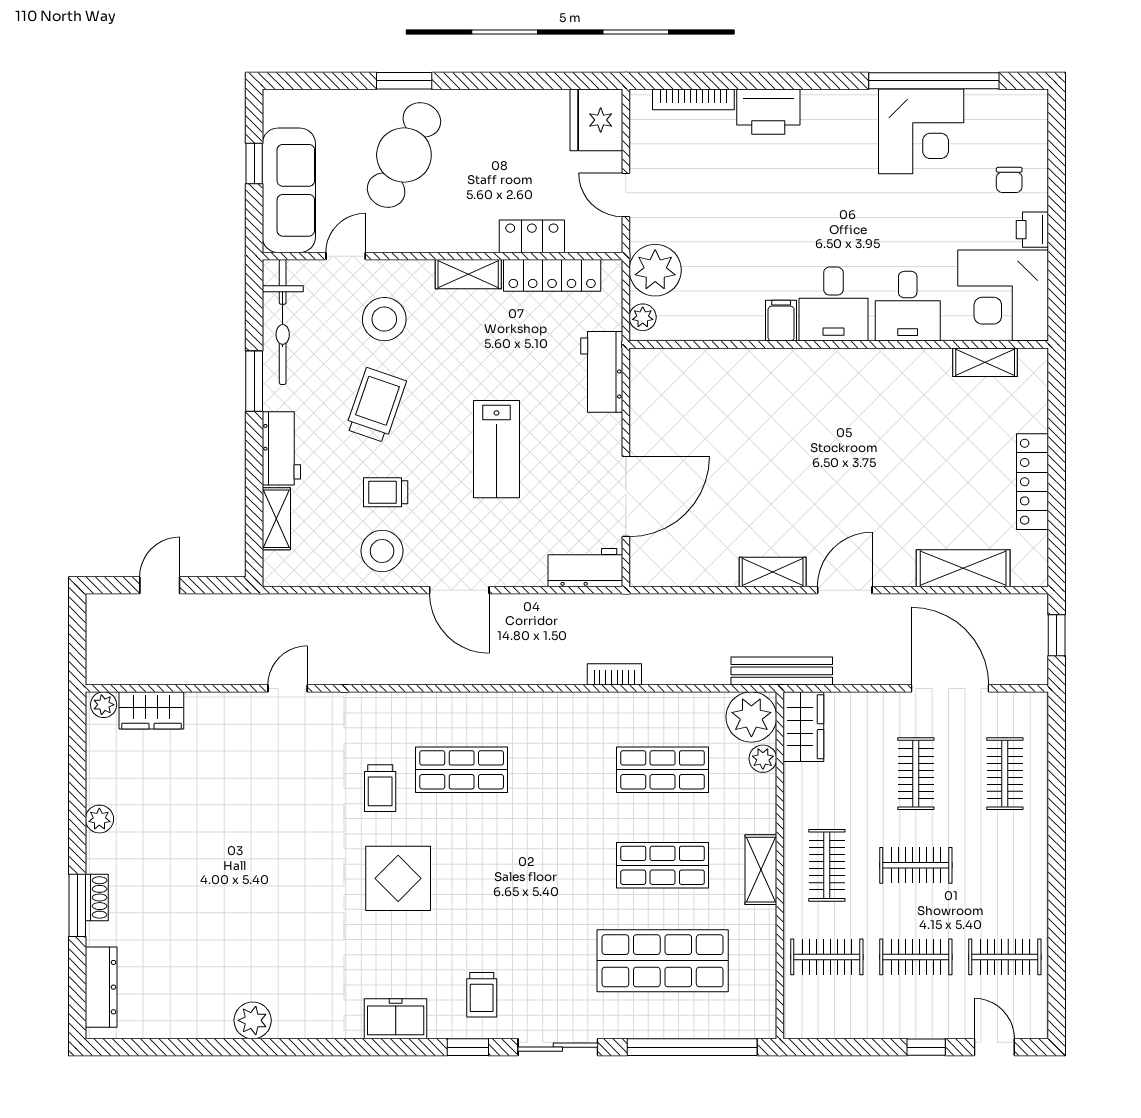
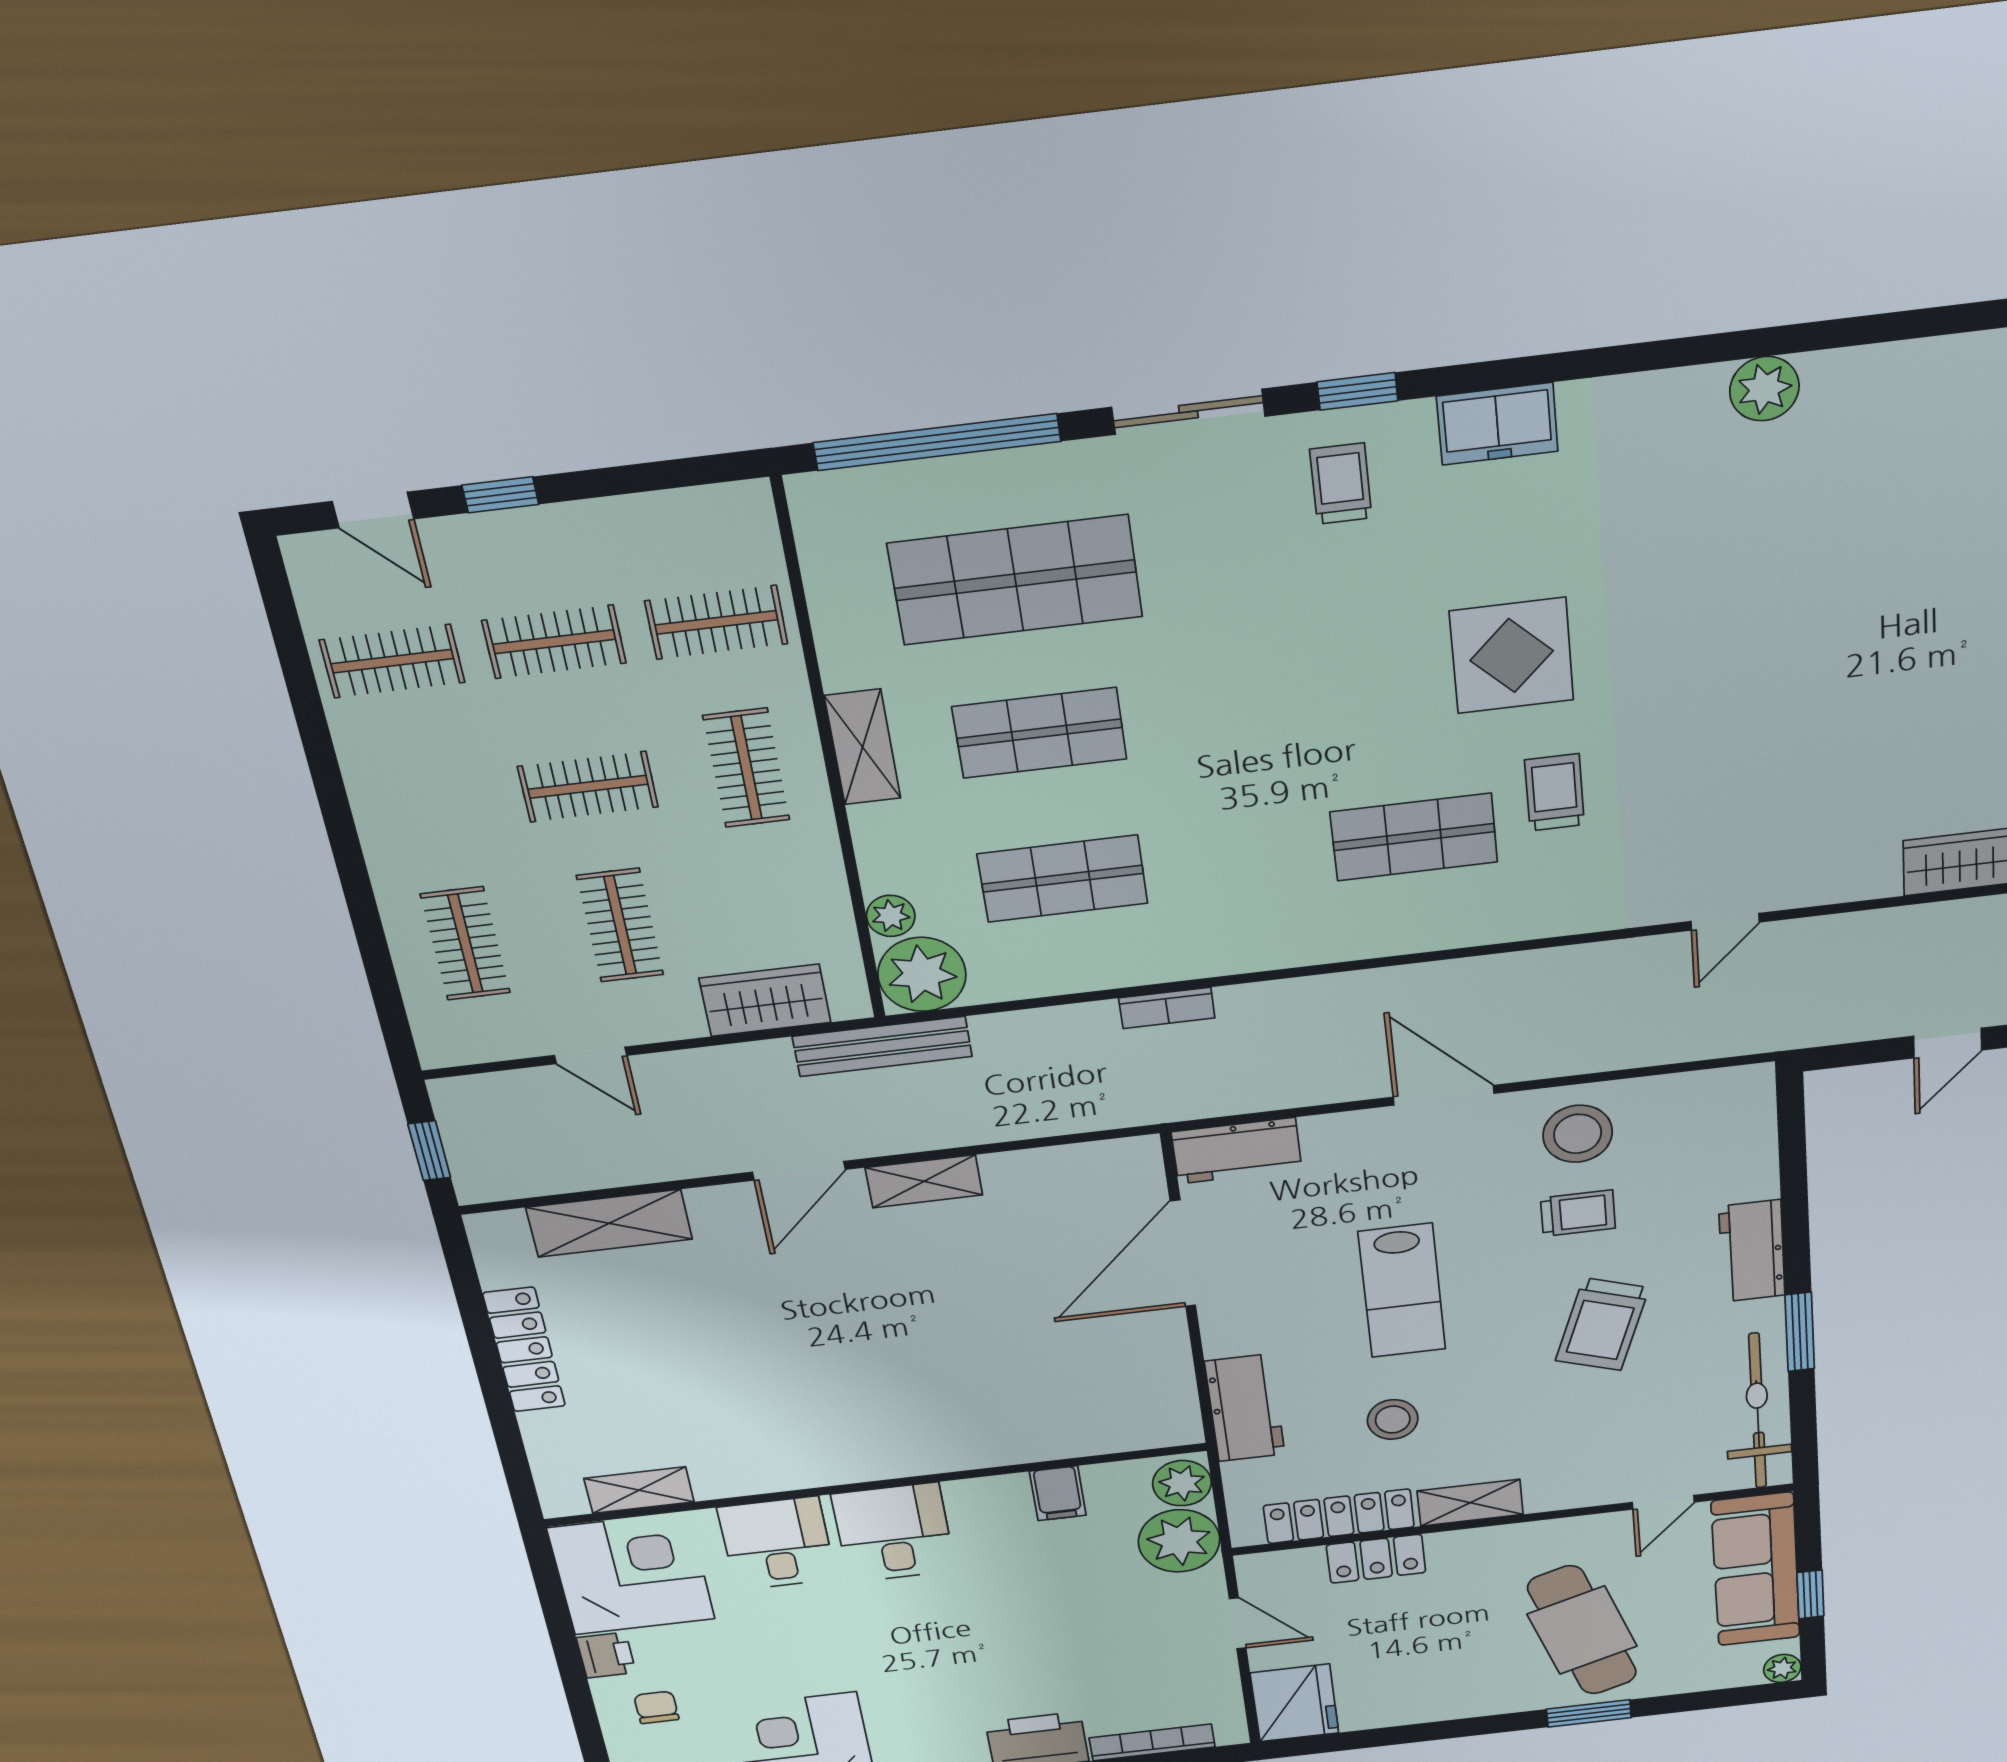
plant: (275, 101) -> (1782, 1668), added
cafe table: (404, 155) -> (1582, 1630), turned -45
plant: (643, 317) -> (1182, 1483), width x1.38, depth x1.38
stool: (384, 319) -> (1393, 1419), moved, width x0.73, depth x0.73
filing cabinet: (781, 321) -> (1058, 1493), moved
lab bench: (497, 449) -> (1402, 1291), turned 180
shelving: (276, 519) -> (1756, 1157), removed
door: (950, 688) -> (591, 1055), width x0.53
wardrobe: (803, 727) -> (765, 1000), moved, turned 90

